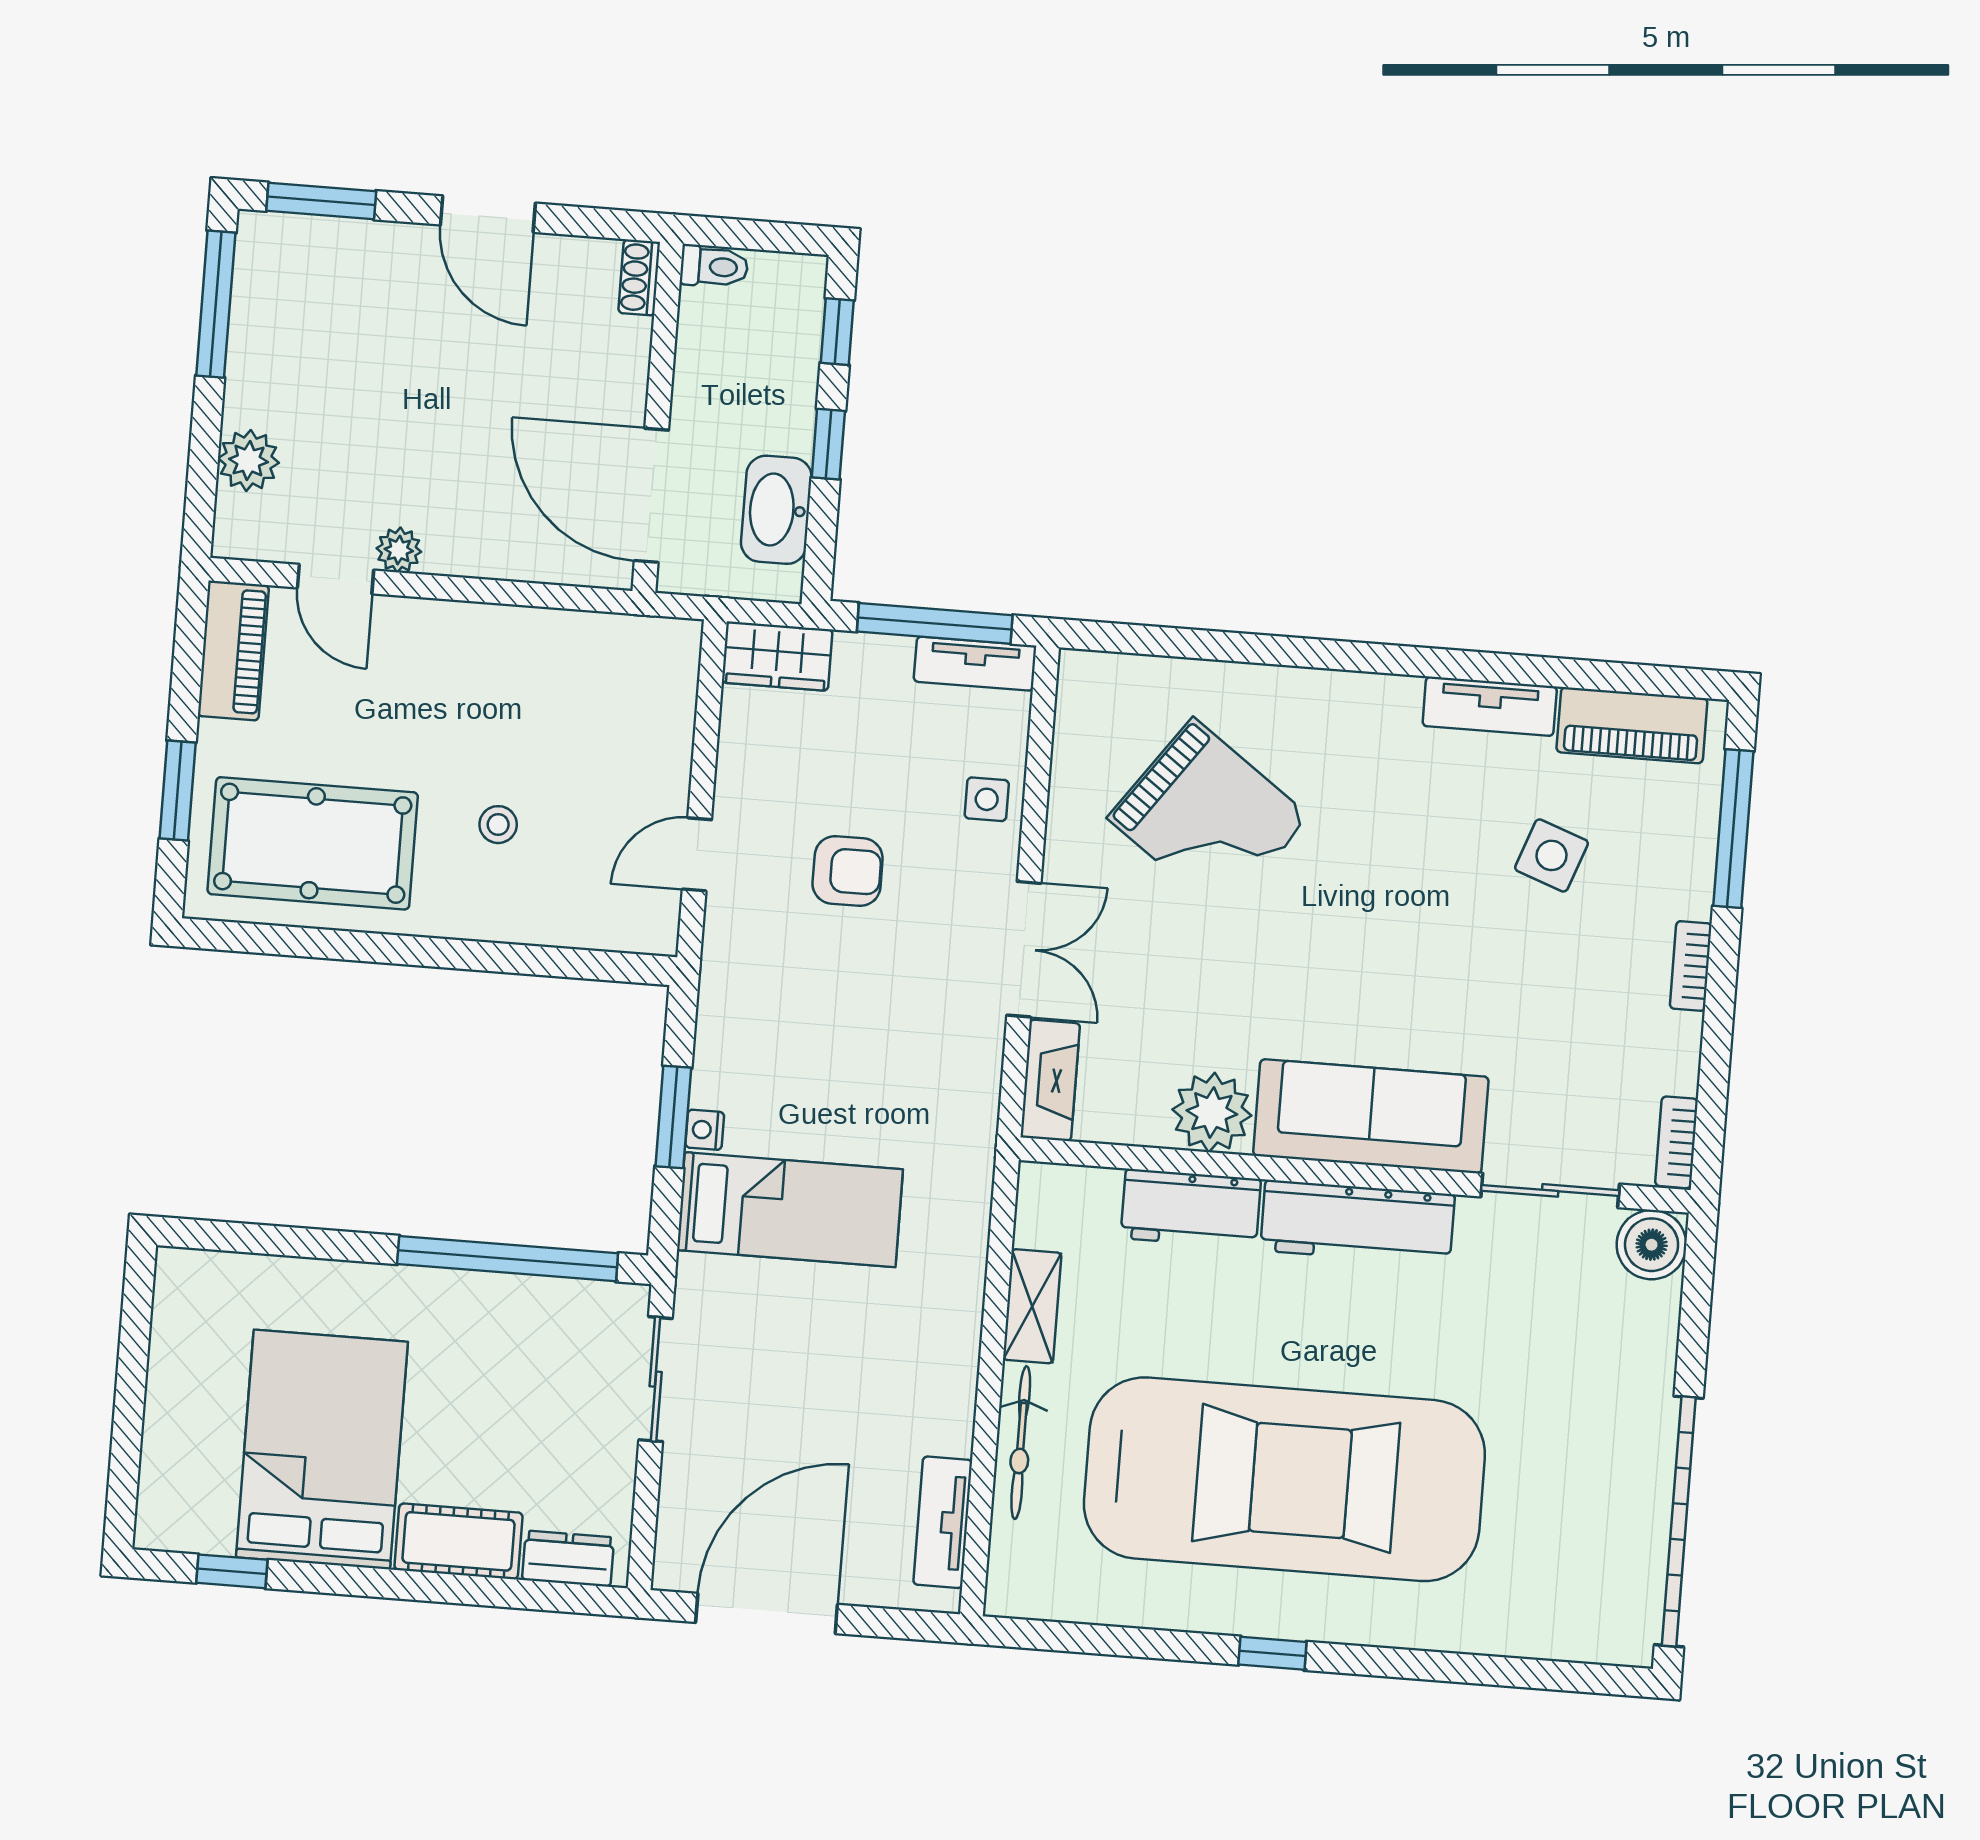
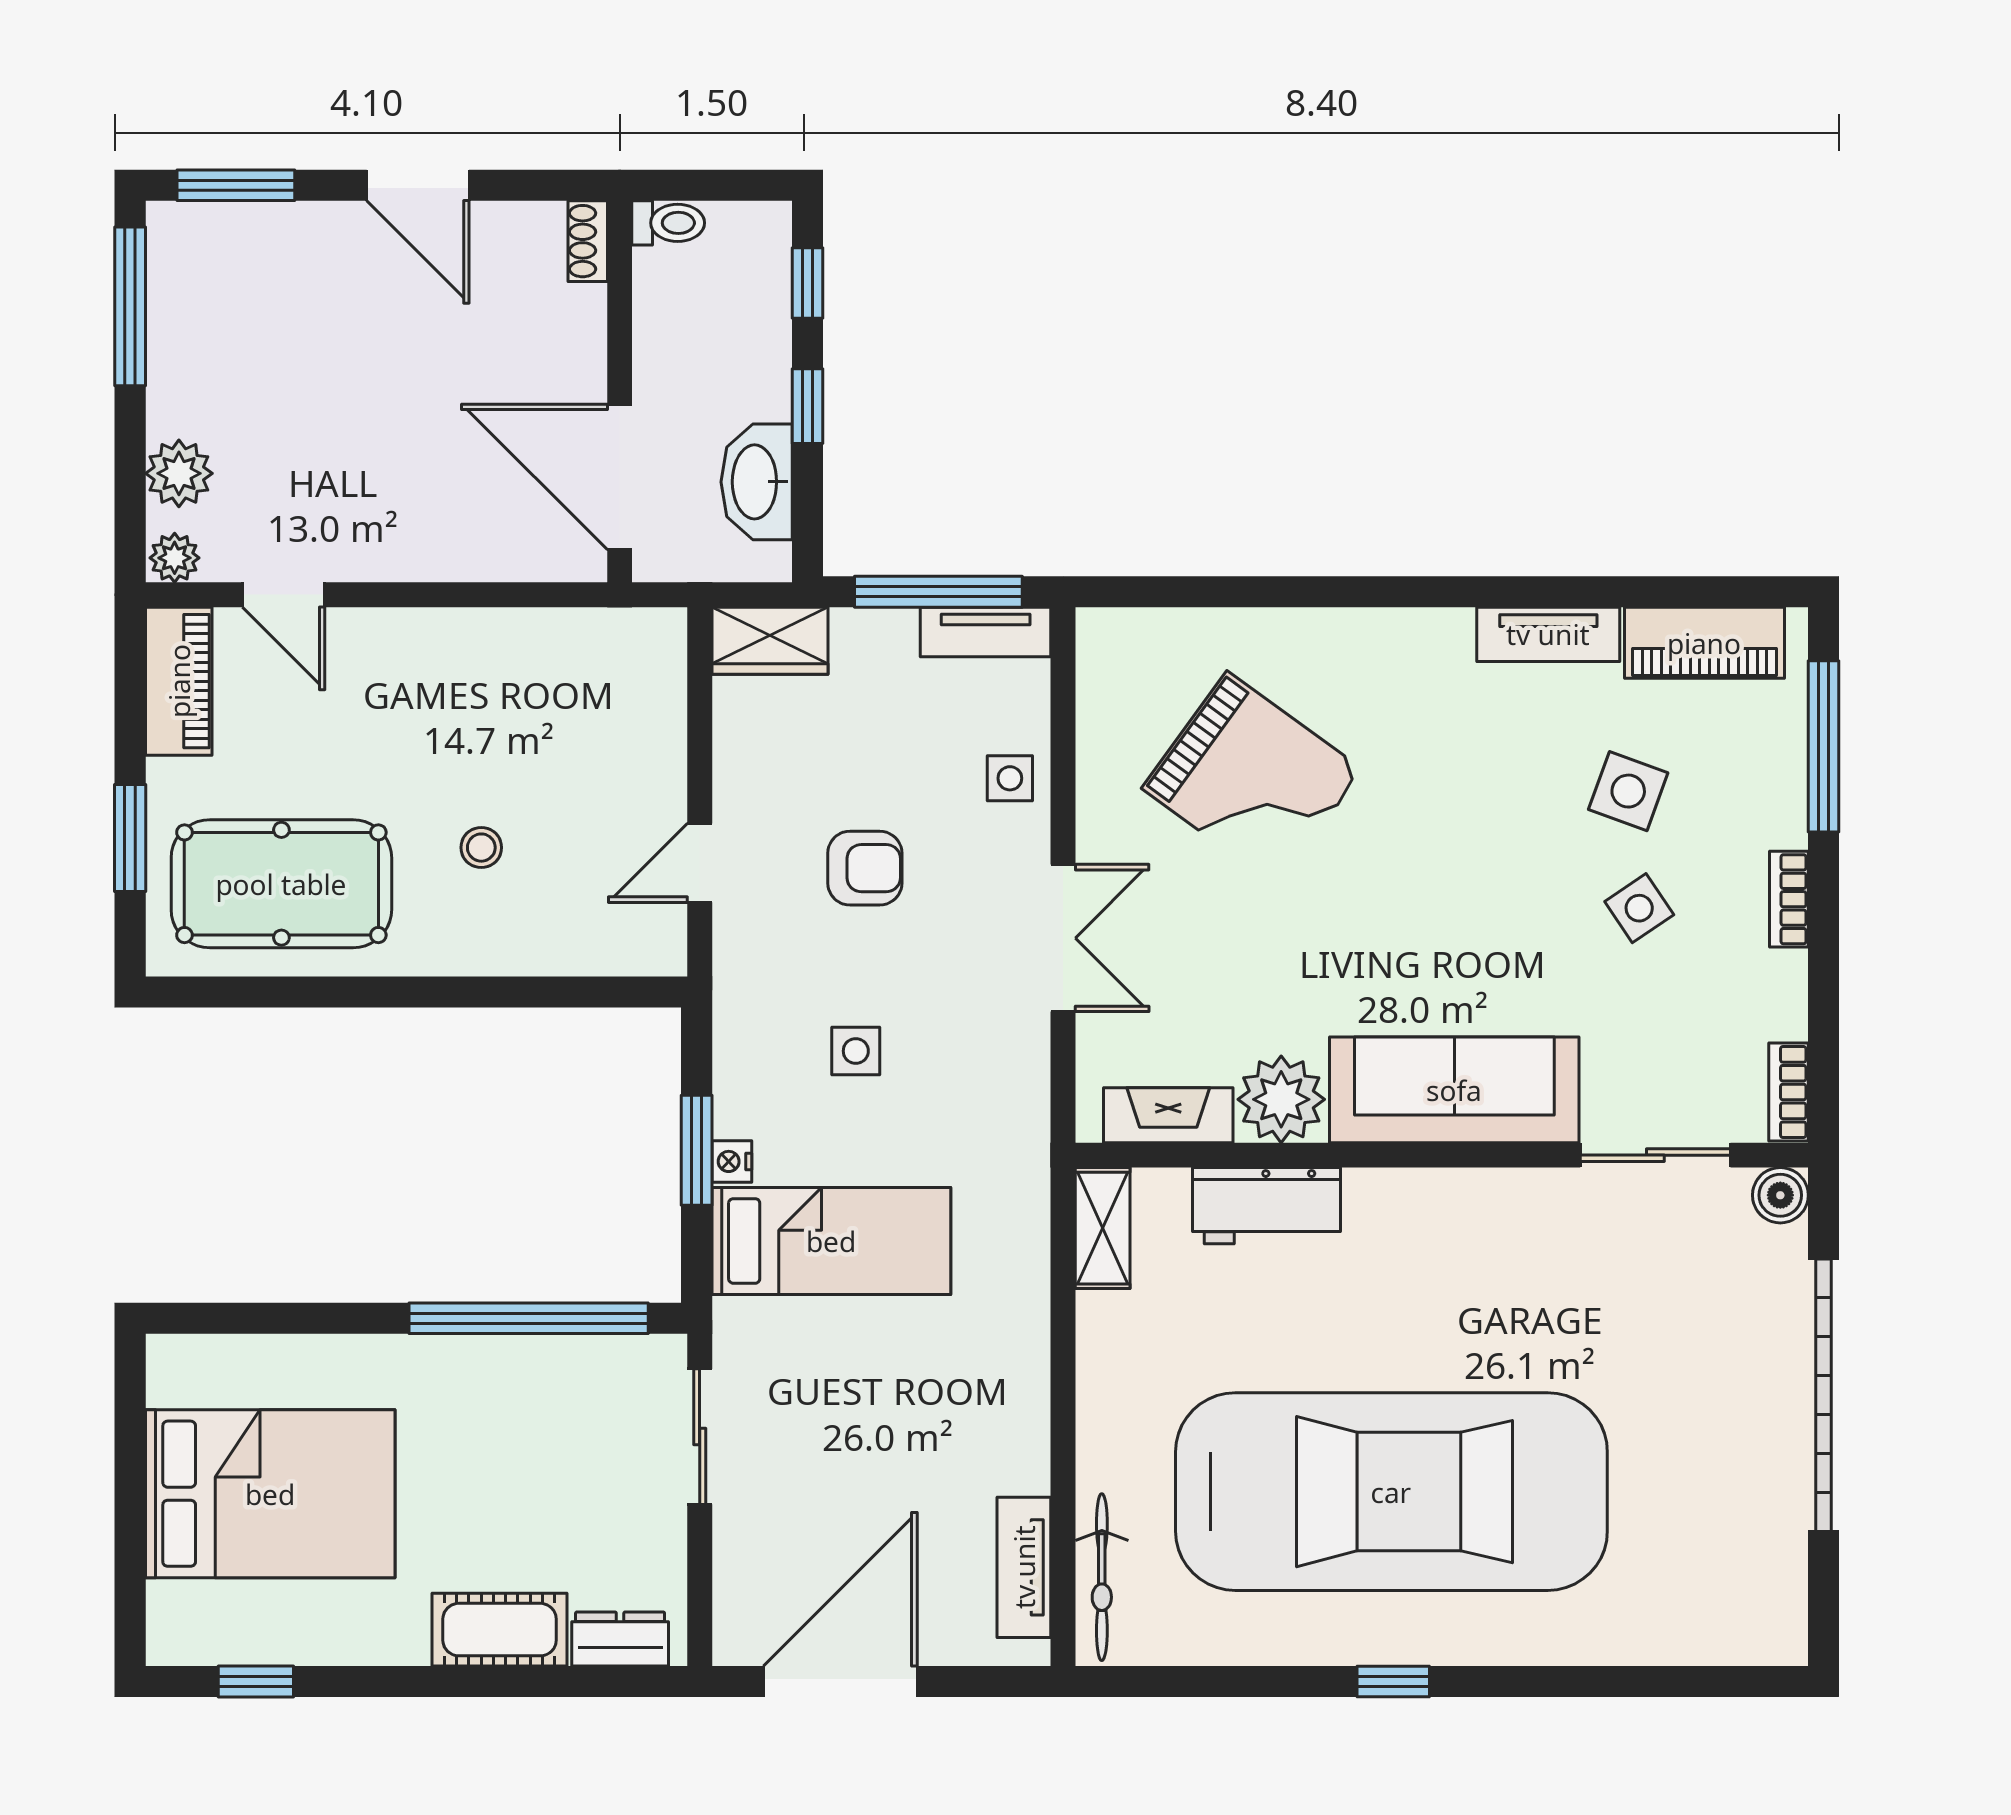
plant: (399, 550) -> (175, 558), moved
side table: (1553, 963) -> (1639, 908), added
side table: (826, 1038) -> (856, 1051), added
fireplace: (1050, 1080) -> (1168, 1115), moved, turned -90
workbench: (1358, 1222) -> (1449, 1206), removed
boiler: (1652, 1245) -> (1780, 1195), width x0.73, depth x0.73
shelving: (1032, 1306) -> (1103, 1228), moved
bicycle: (1021, 1443) -> (1102, 1577), moved
bed: (322, 1450) -> (270, 1494), moved, turned 90
garage door: (1679, 1521) -> (1824, 1395), moved

